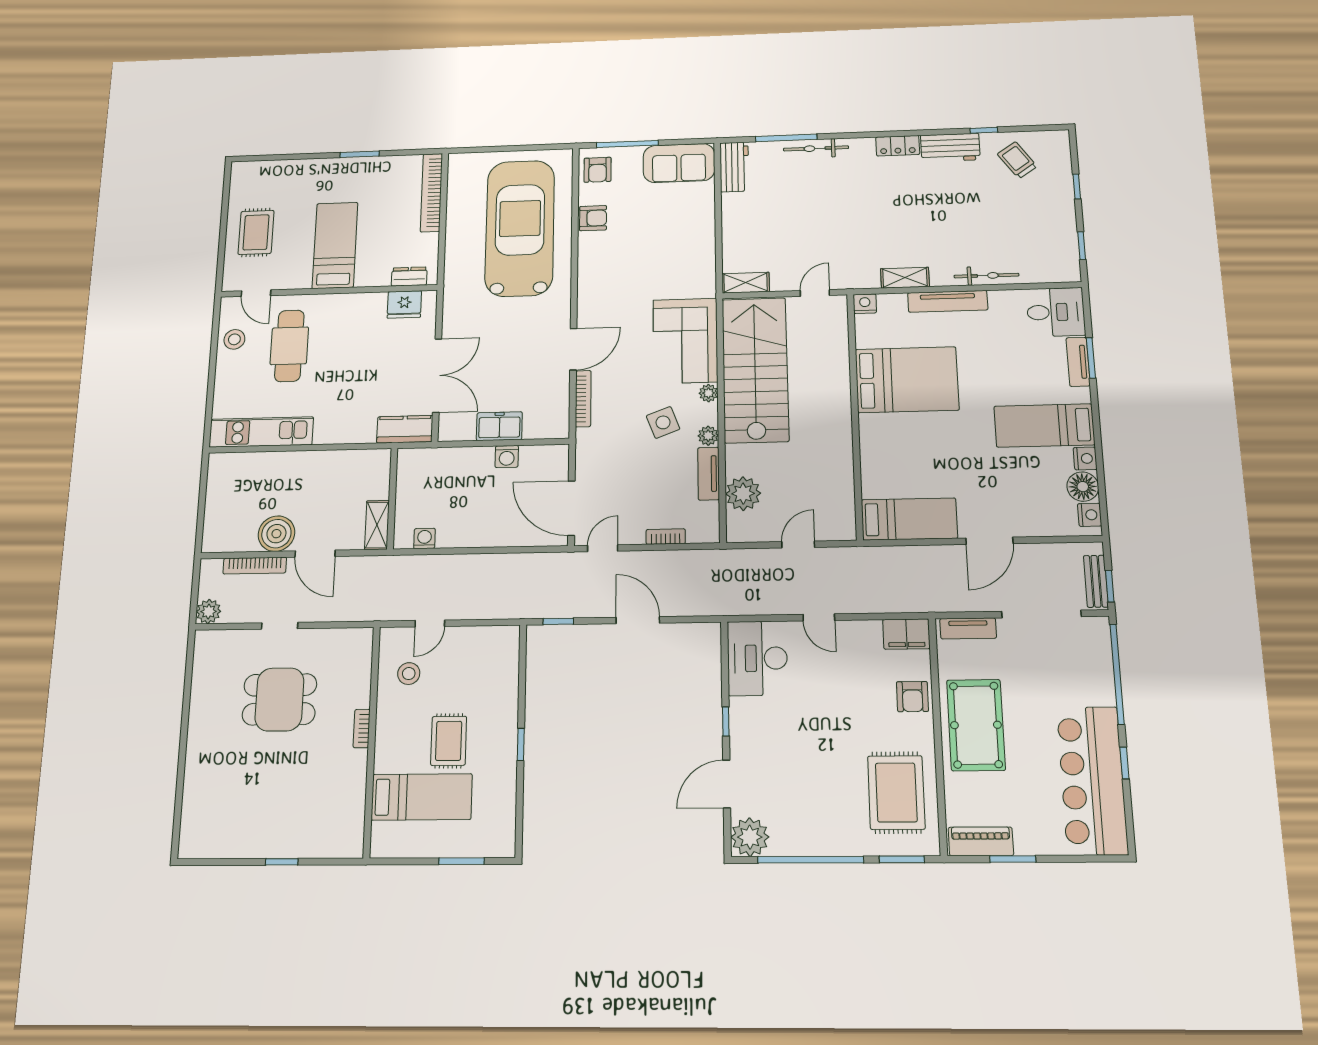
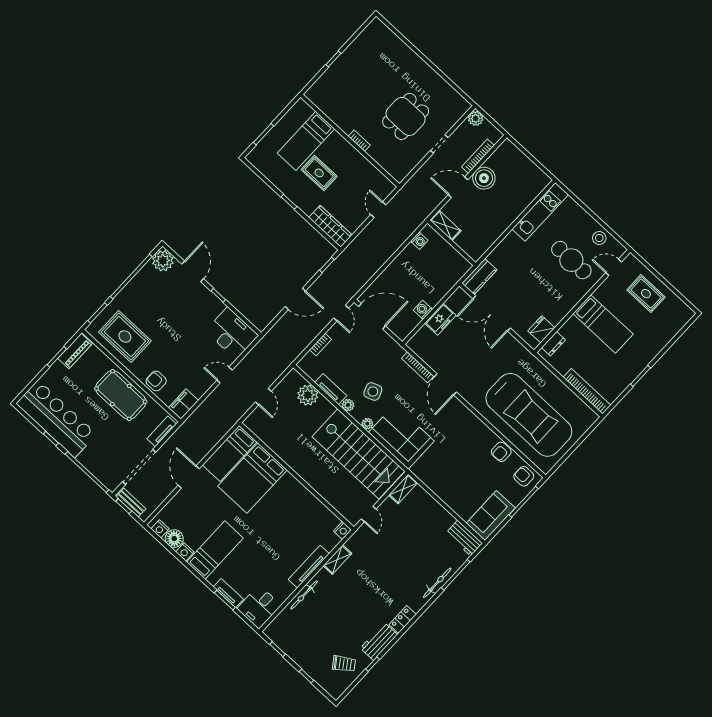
bed: (907, 380) -> (252, 478), moved
wardrobe: (505, 663) -> (330, 226), added
stool: (409, 674) -> (365, 181), removed

